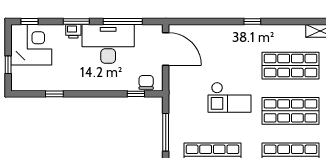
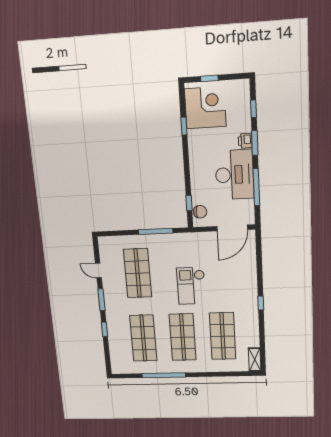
window: (29, 21) -> (253, 109), moved
corner desk: (31, 45) -> (205, 108), moved, turned -90

